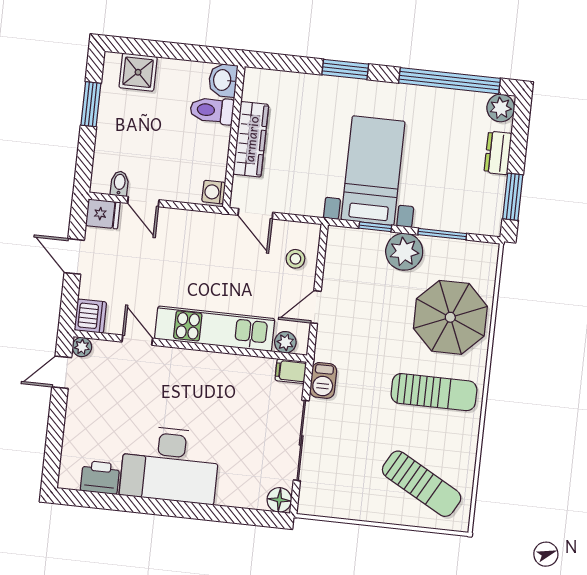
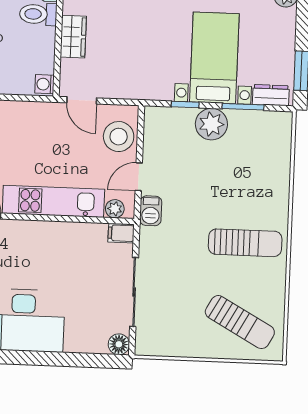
wardrobe: (251, 139) -> (73, 37), width x0.67
dresser: (498, 153) -> (271, 95), moved, turned 90
bed with nightstands: (373, 171) -> (214, 58), moved
stool: (295, 259) -> (119, 137), width x1.89, depth x1.89
parasol: (450, 317) -> (255, 178), removed
barbecue: (323, 380) -> (151, 211), moved

